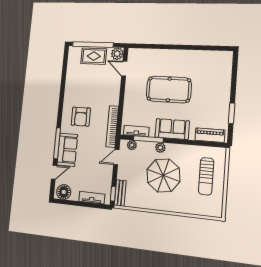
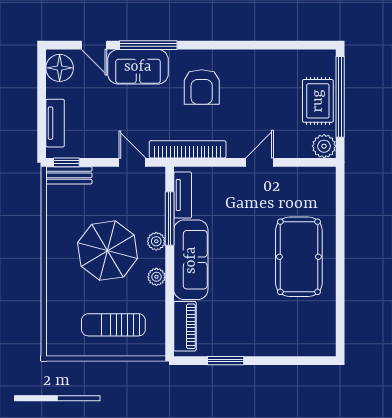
door: (124, 69) -> (260, 162), moved
pool table: (169, 89) -> (299, 257), moved
armchair: (81, 117) -> (202, 87), turned -90
sofa: (172, 129) -> (191, 260), width x1.36
plant: (132, 145) -> (156, 277), moved

